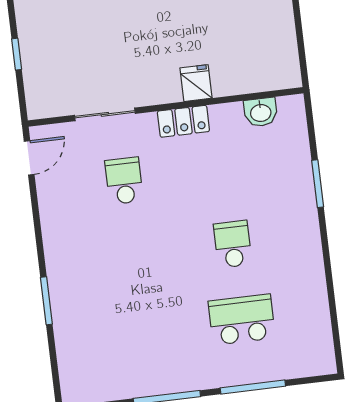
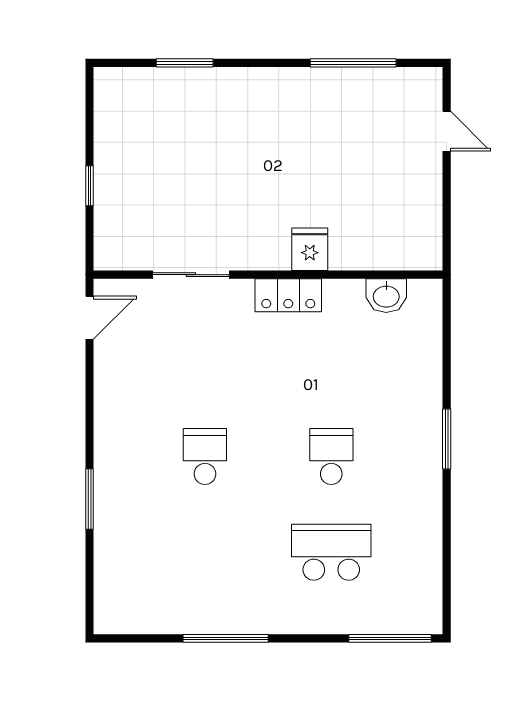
school desk: (124, 181) -> (205, 456), moved
window: (318, 184) -> (447, 439), moved
window: (253, 387) -> (390, 638), moved

